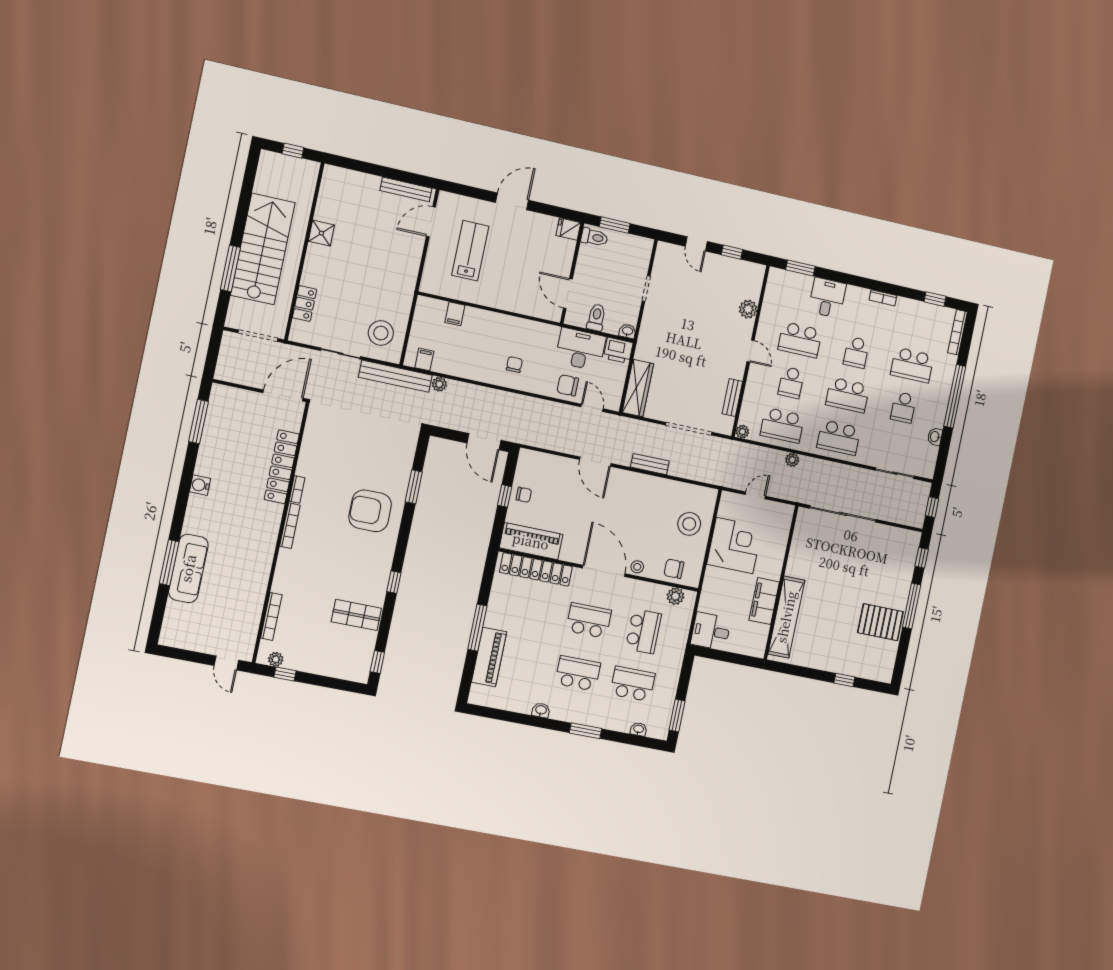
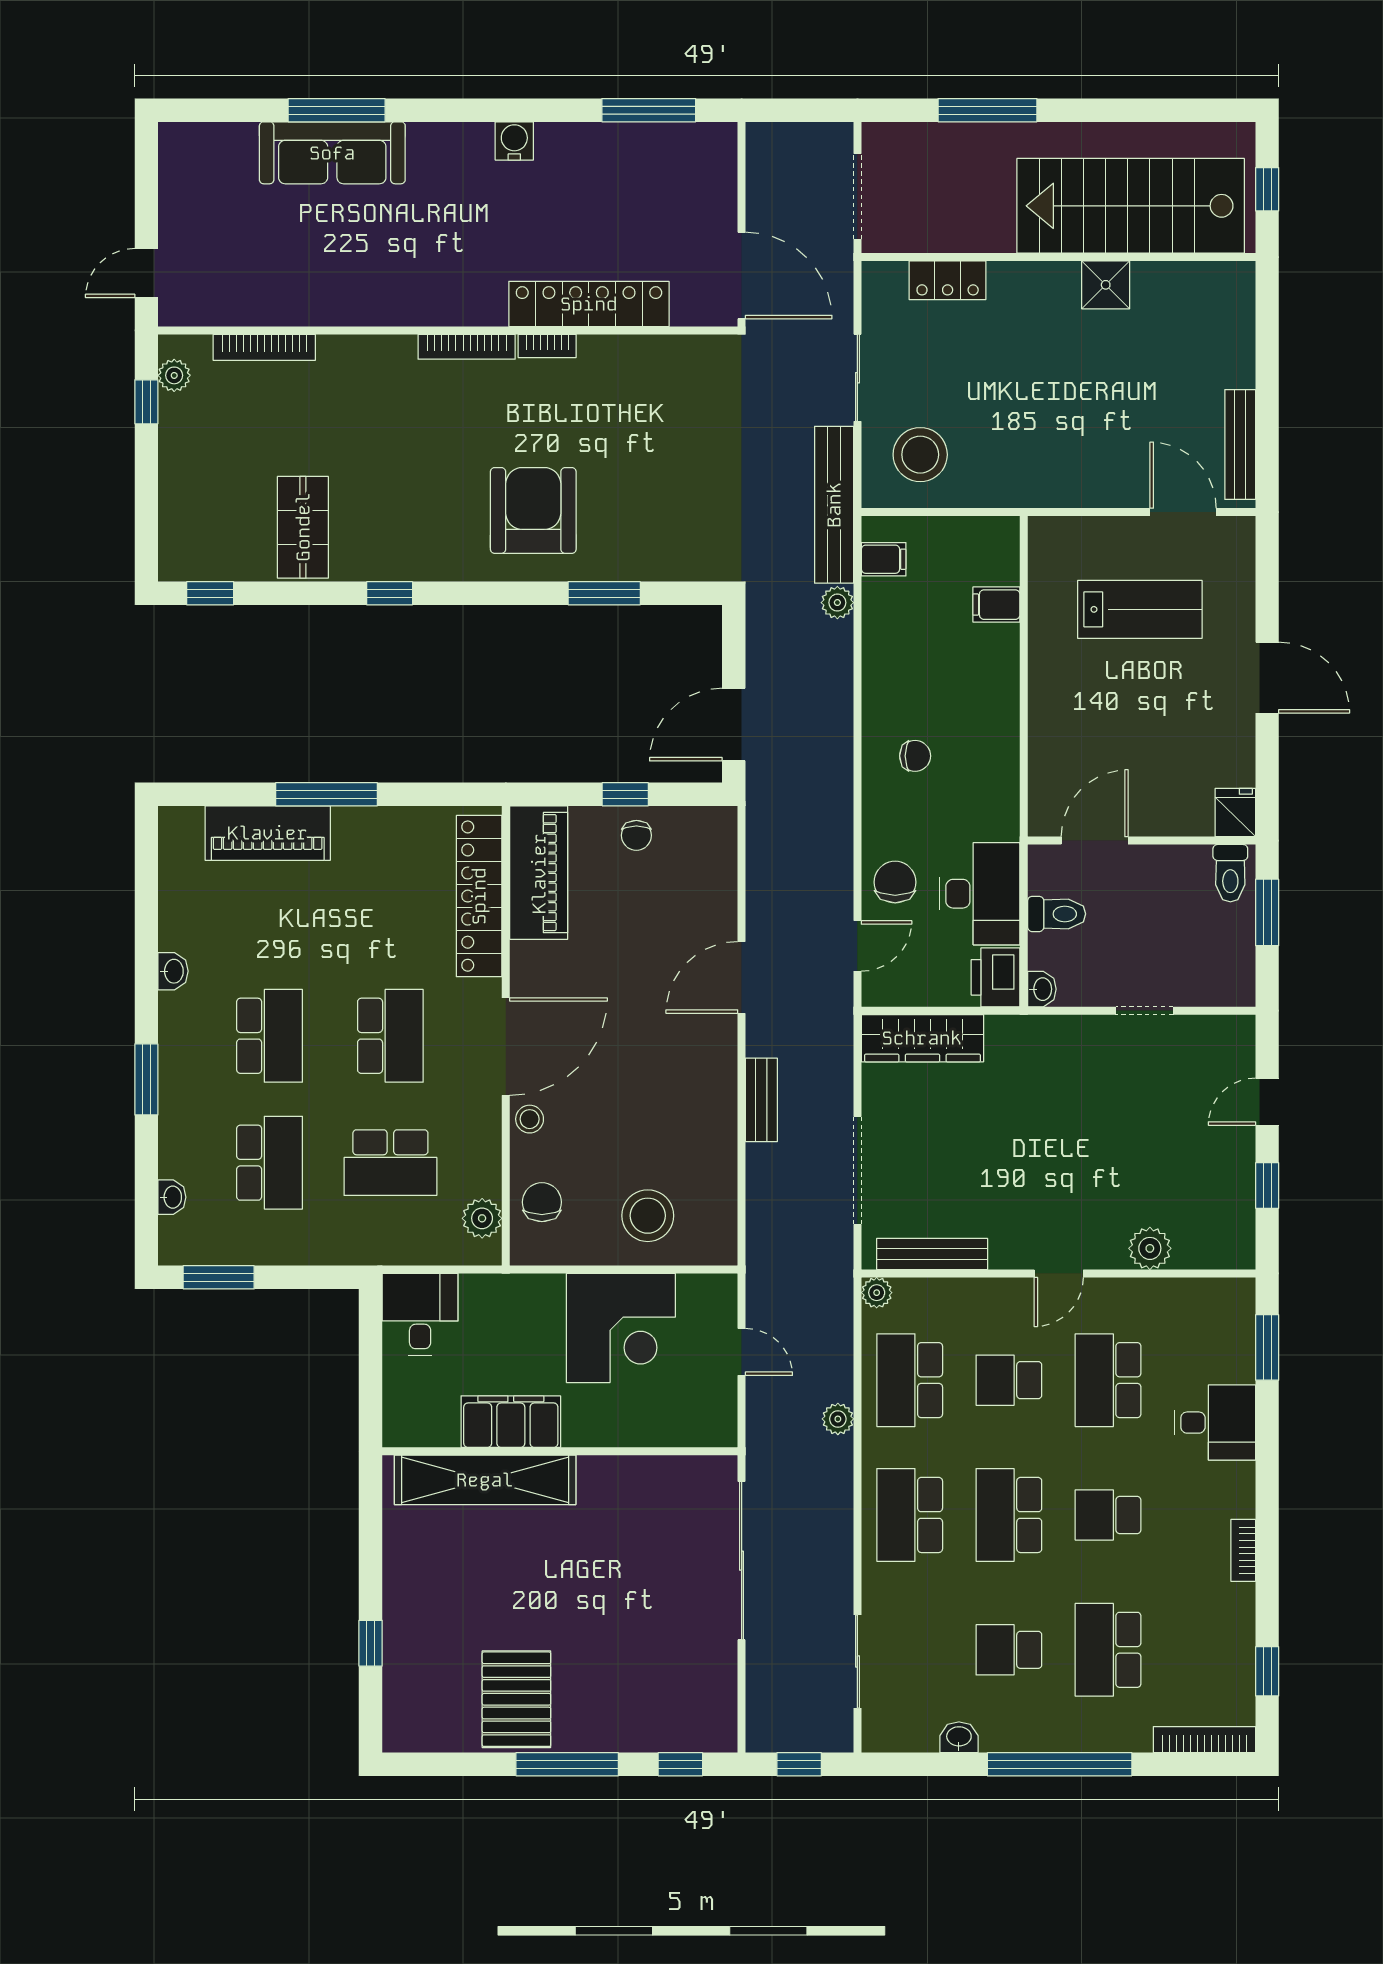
stairs: (263, 249) -> (1131, 206), moved, turned 180
bench: (732, 398) -> (932, 1254), width x1.36

